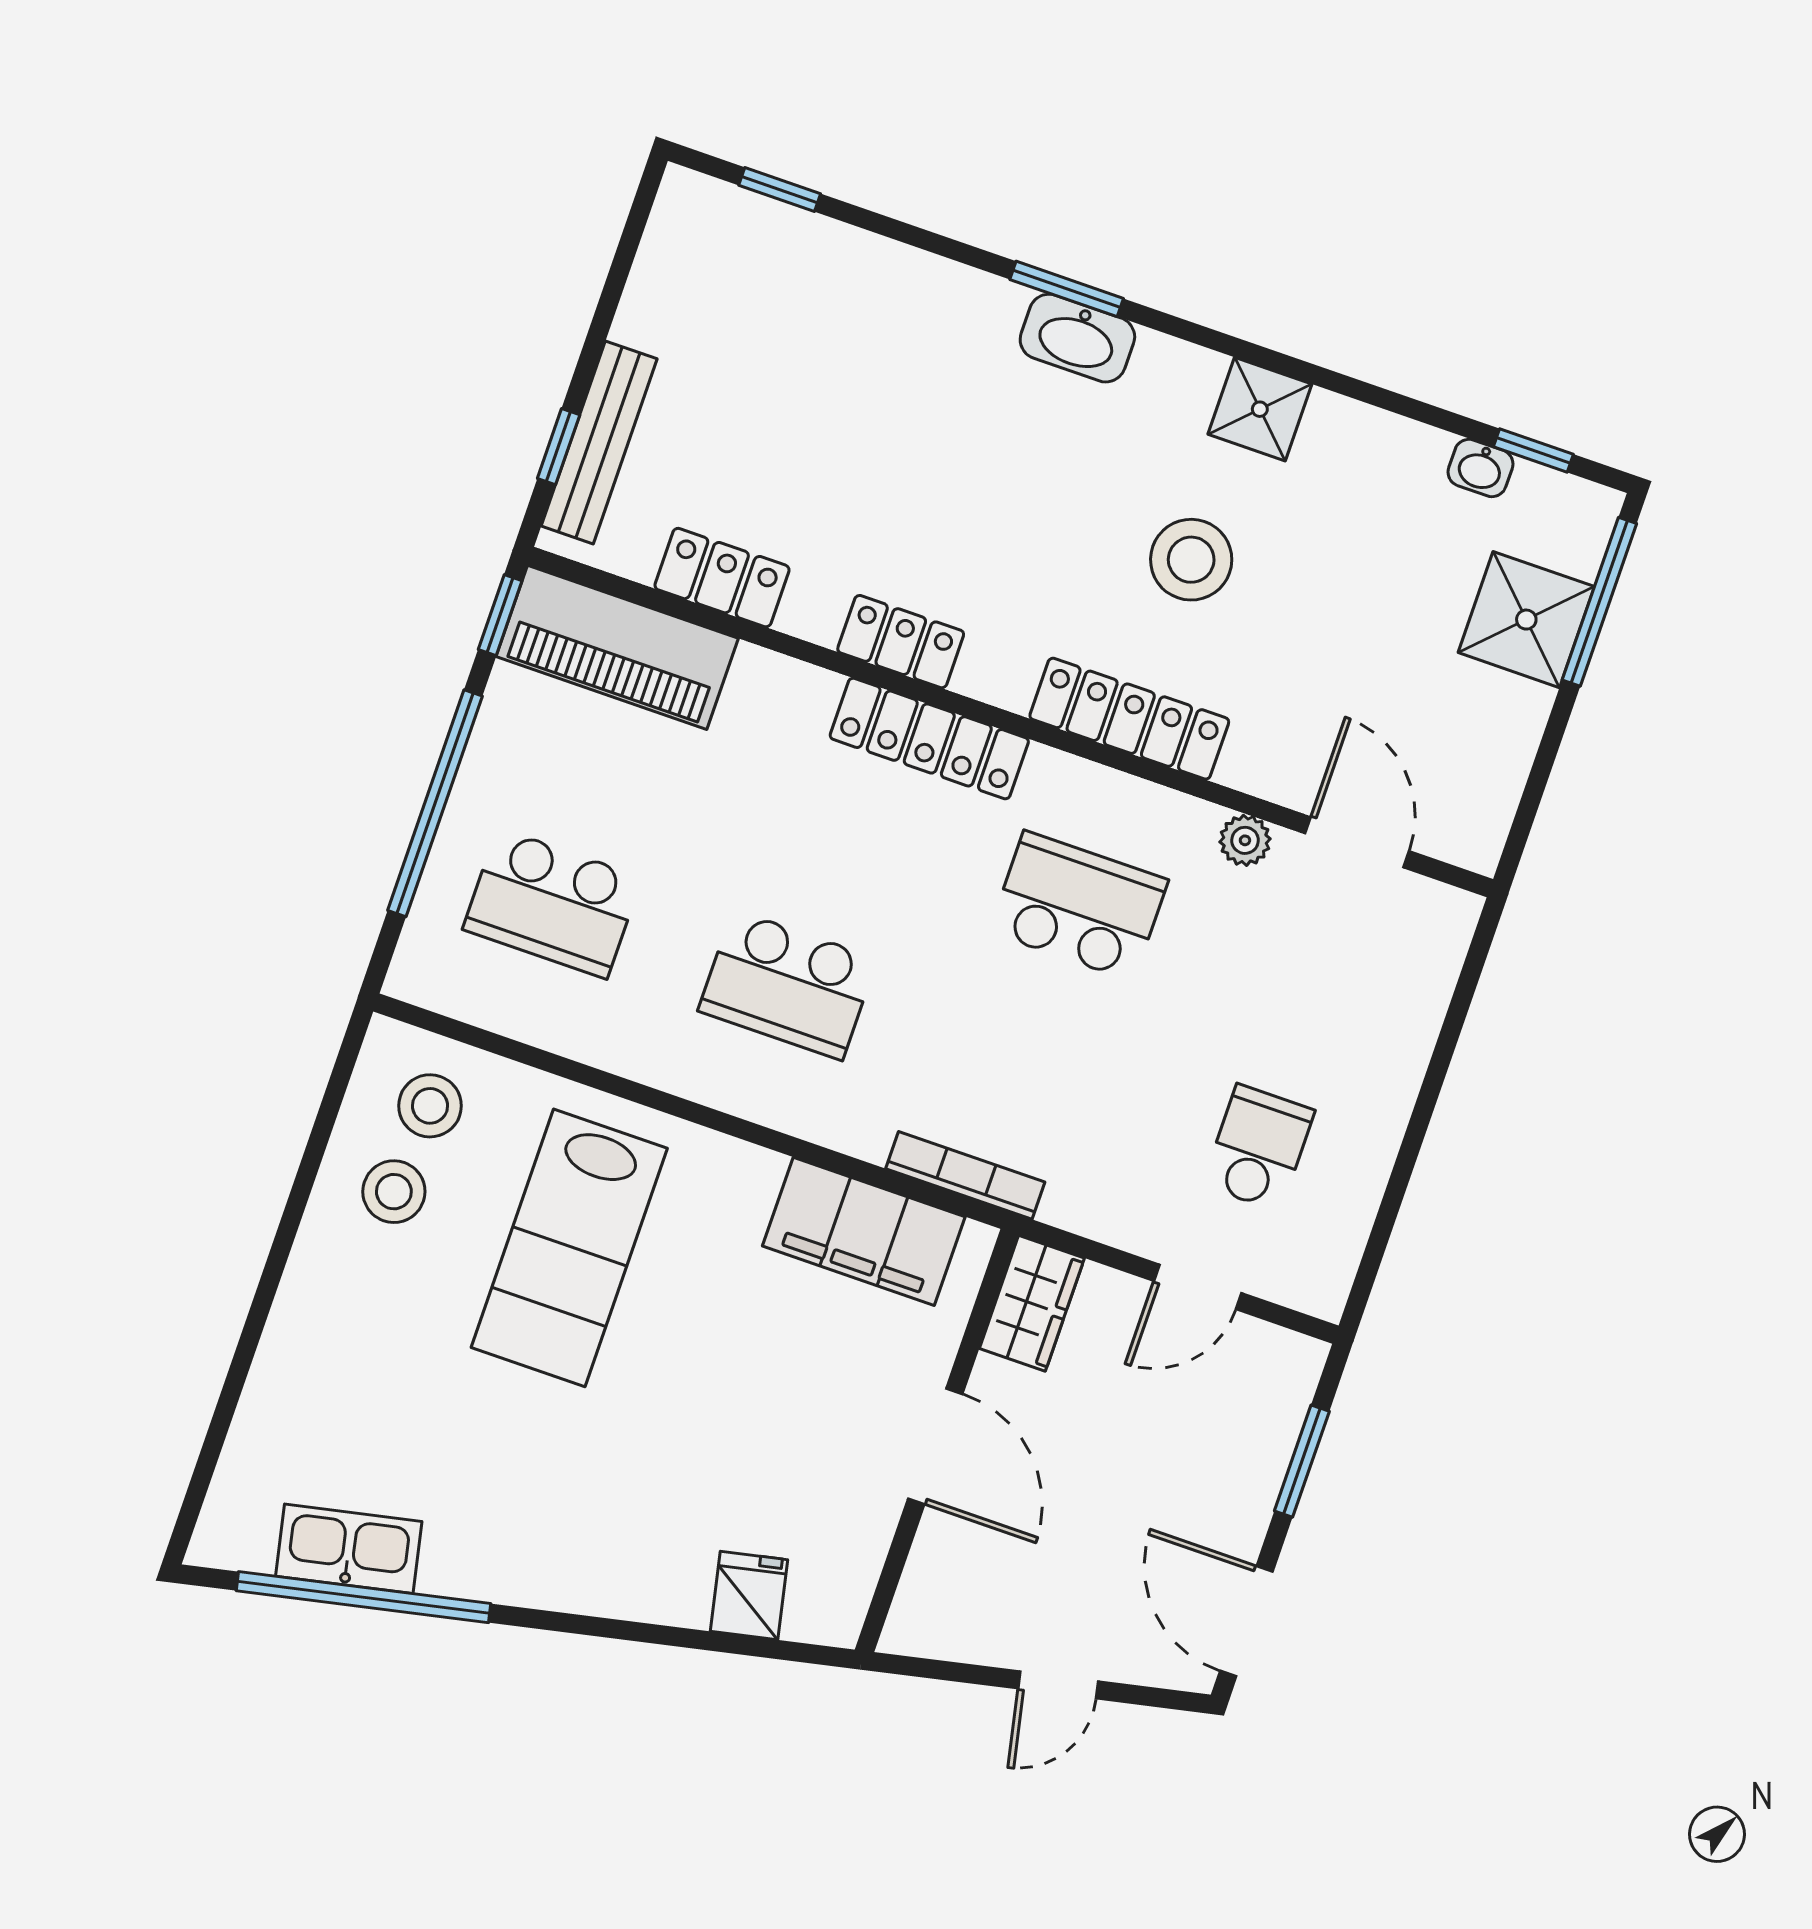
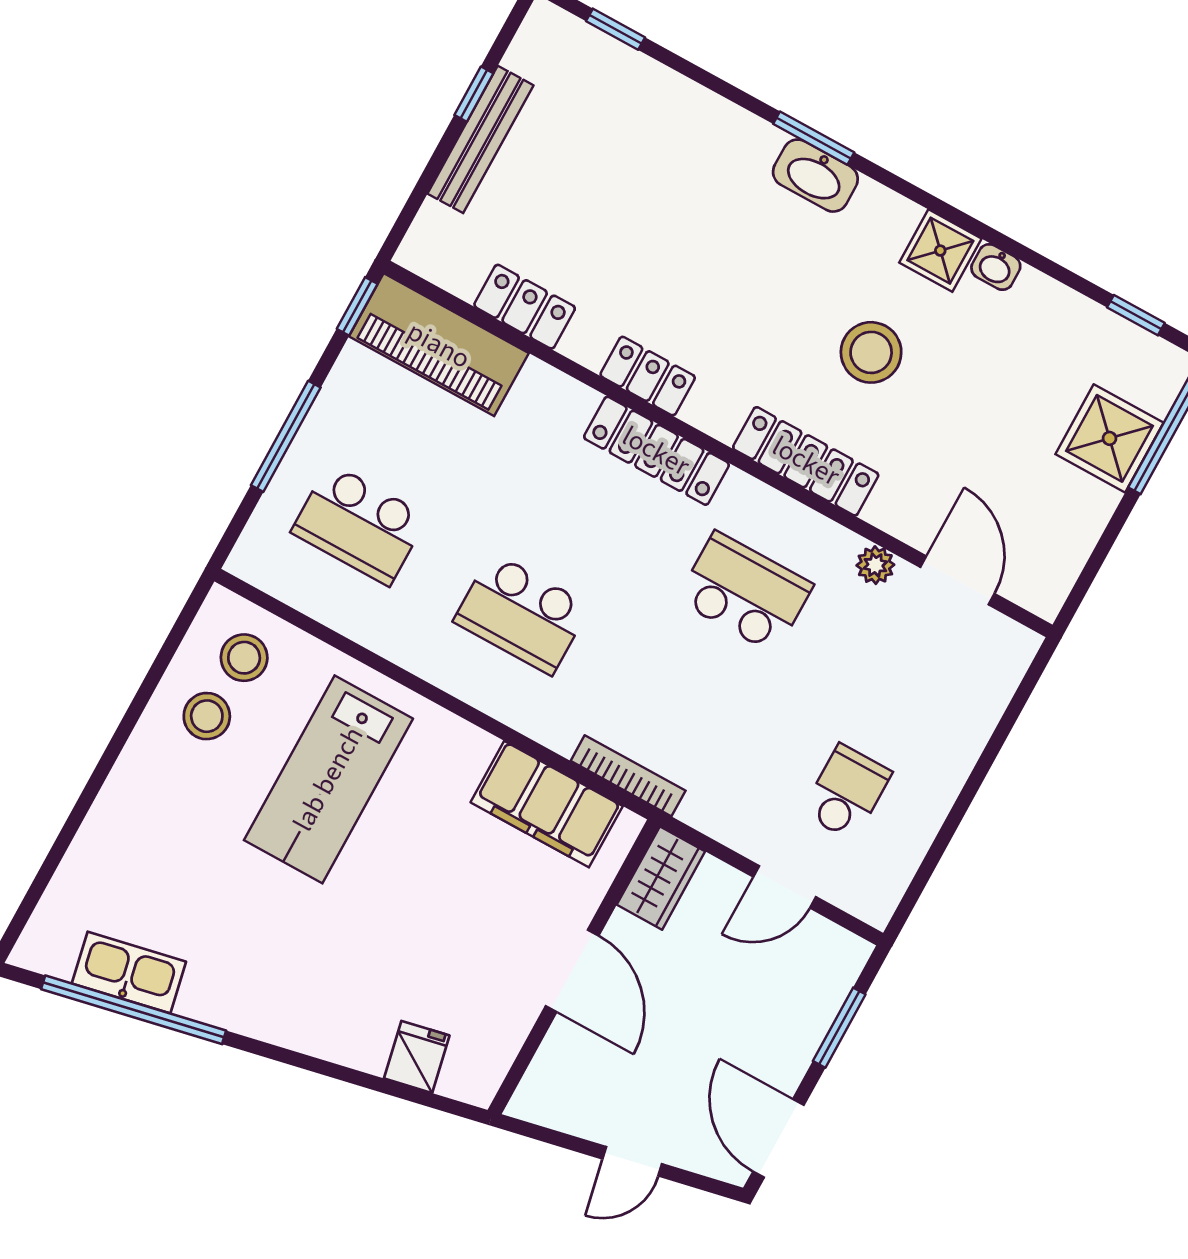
bench: (599, 442) -> (480, 139), moved
window: (559, 447) -> (474, 94), moved
washbasin: (1480, 468) -> (996, 267), moved
window: (435, 803) -> (286, 436), width x0.68

